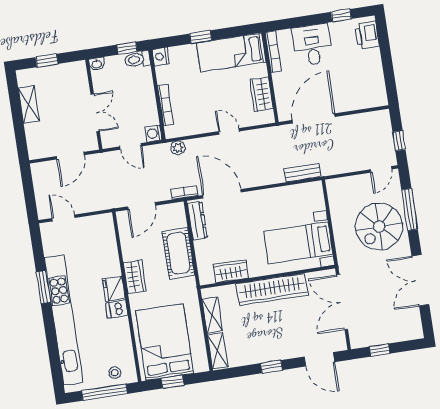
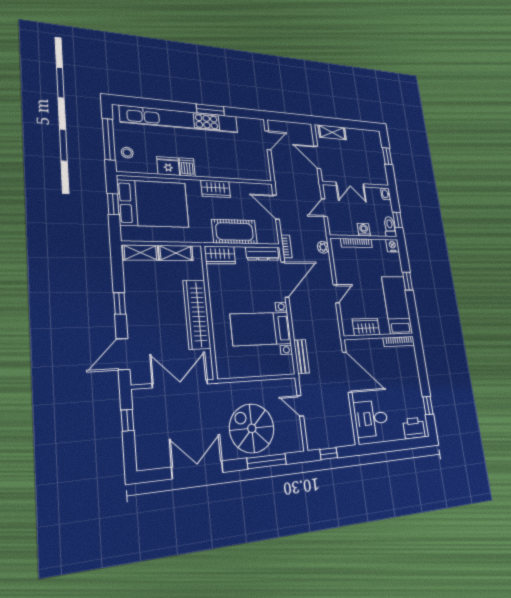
desk: (312, 45) -> (371, 419), moved, turned 180
shelving: (29, 105) -> (332, 132), moved
washing machine: (154, 133) -> (364, 230), moved
door: (381, 169) -> (300, 406), moved
bed with nightstands: (298, 243) -> (261, 329), moved, turned -90
wardrobe: (231, 271) -> (220, 255), moved, turned 90
fridge: (114, 289) -> (168, 166), moved

